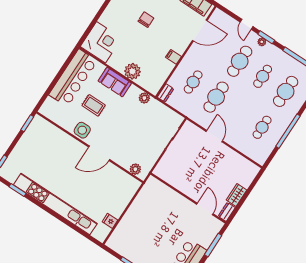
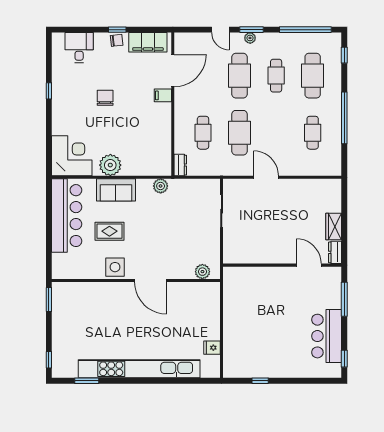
filing cabinet: (173, 57) -> (163, 95), moved
plant: (132, 71) -> (110, 165), moved
door: (99, 153) -> (151, 280), hinge flipped

